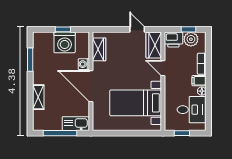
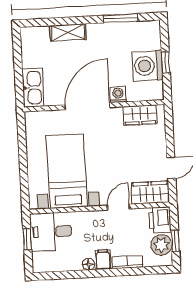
desk: (192, 110) -> (51, 232), moved, turned 90
window: (60, 133) -> (18, 66), removed

